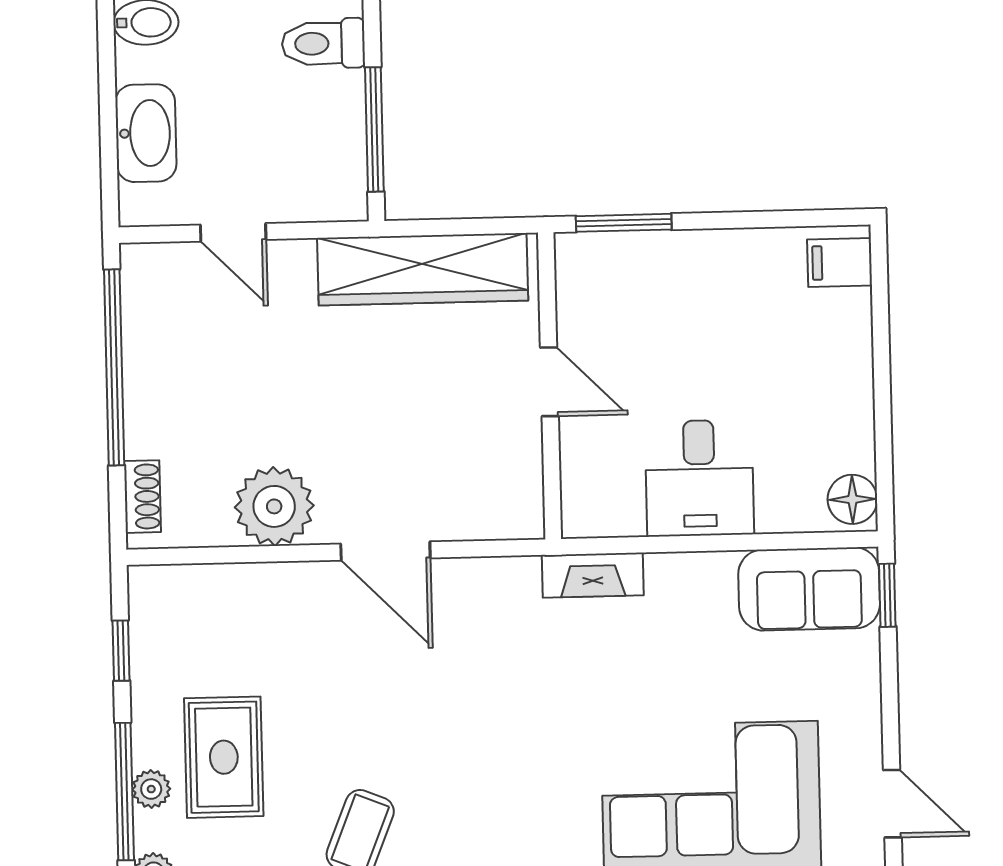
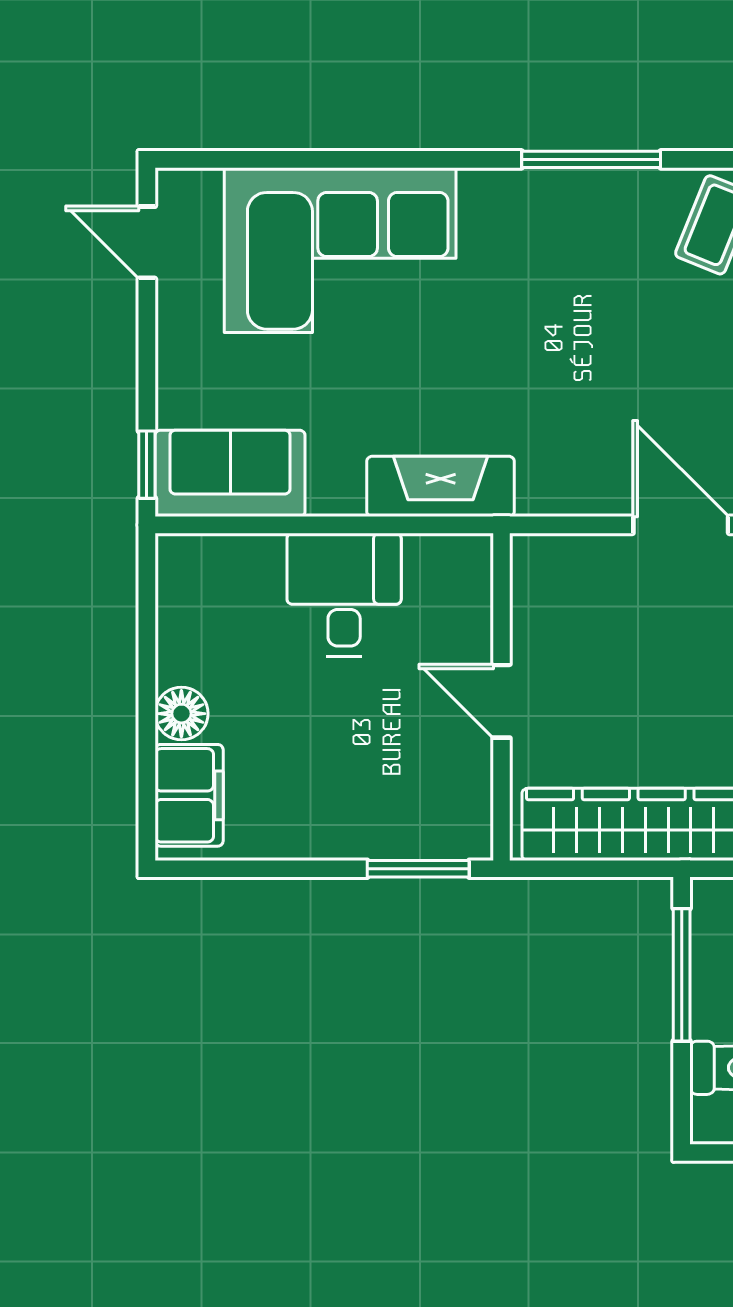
filing cabinet: (840, 262) -> (189, 795), width x2.00
floor lamp: (852, 499) -> (181, 714), moved
fireplace: (593, 575) -> (441, 486), width x1.37, depth x1.32

